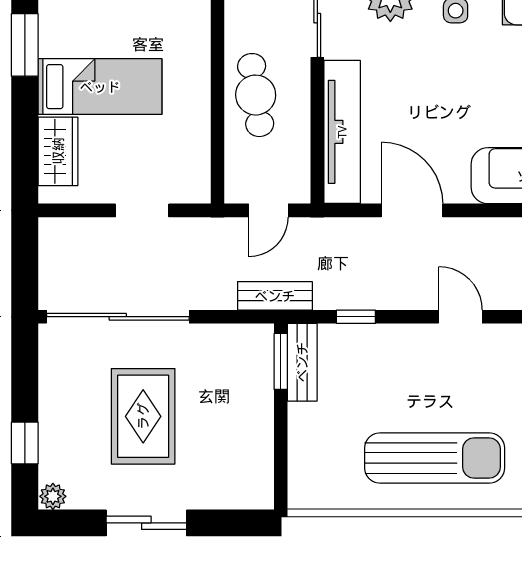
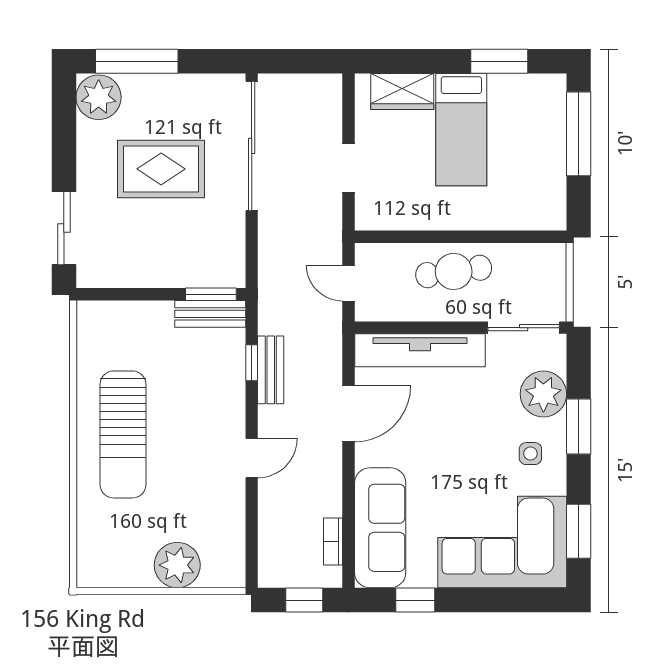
bench: (275, 296) -> (271, 370), moved
window: (25, 443) -> (137, 61), width x2.17
plant: (53, 496) -> (99, 97), width x1.88, depth x1.88
sliding door: (146, 523) -> (64, 228), moved

